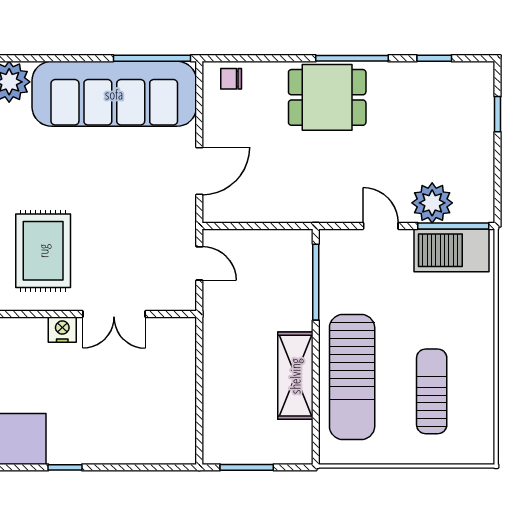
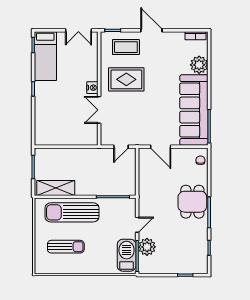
shelving: (295, 376) -> (56, 188), moved

